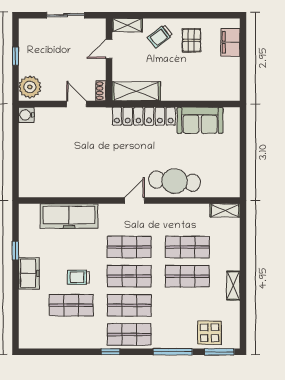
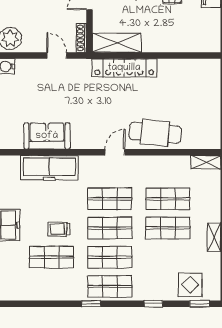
shoe rack: (101, 91) -> (81, 38), width x1.43
sofa: (200, 120) -> (47, 136), moved, turned 180
window: (173, 352) -> (153, 304), width x0.46
window: (219, 352) -> (200, 304), width x0.67

